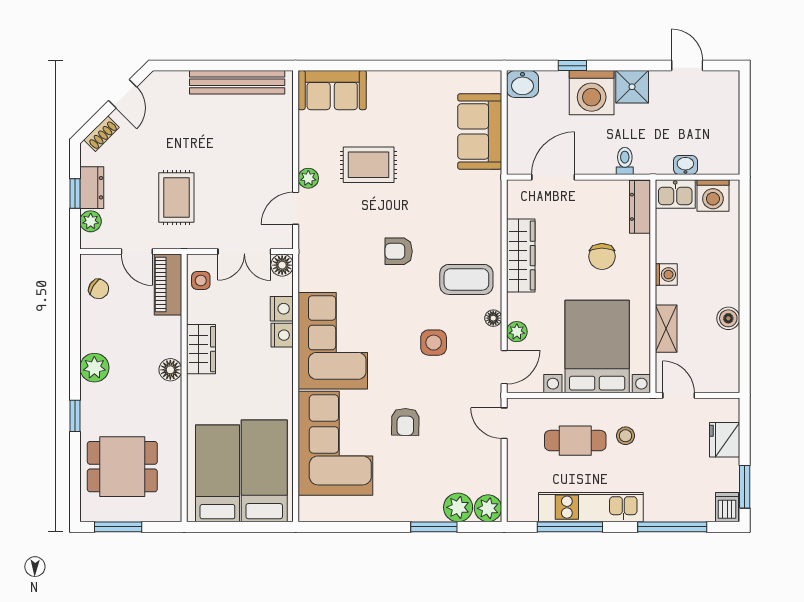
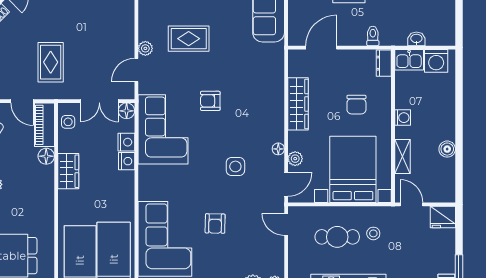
dresser: (640, 207) -> (384, 63), width x0.70
coffee table: (466, 279) -> (259, 121), removed
corner sofa: (333, 341) -> (163, 129), moved
floor lamp: (170, 370) -> (46, 156), moved
fridge: (725, 440) -> (443, 217), moved, turned -90

